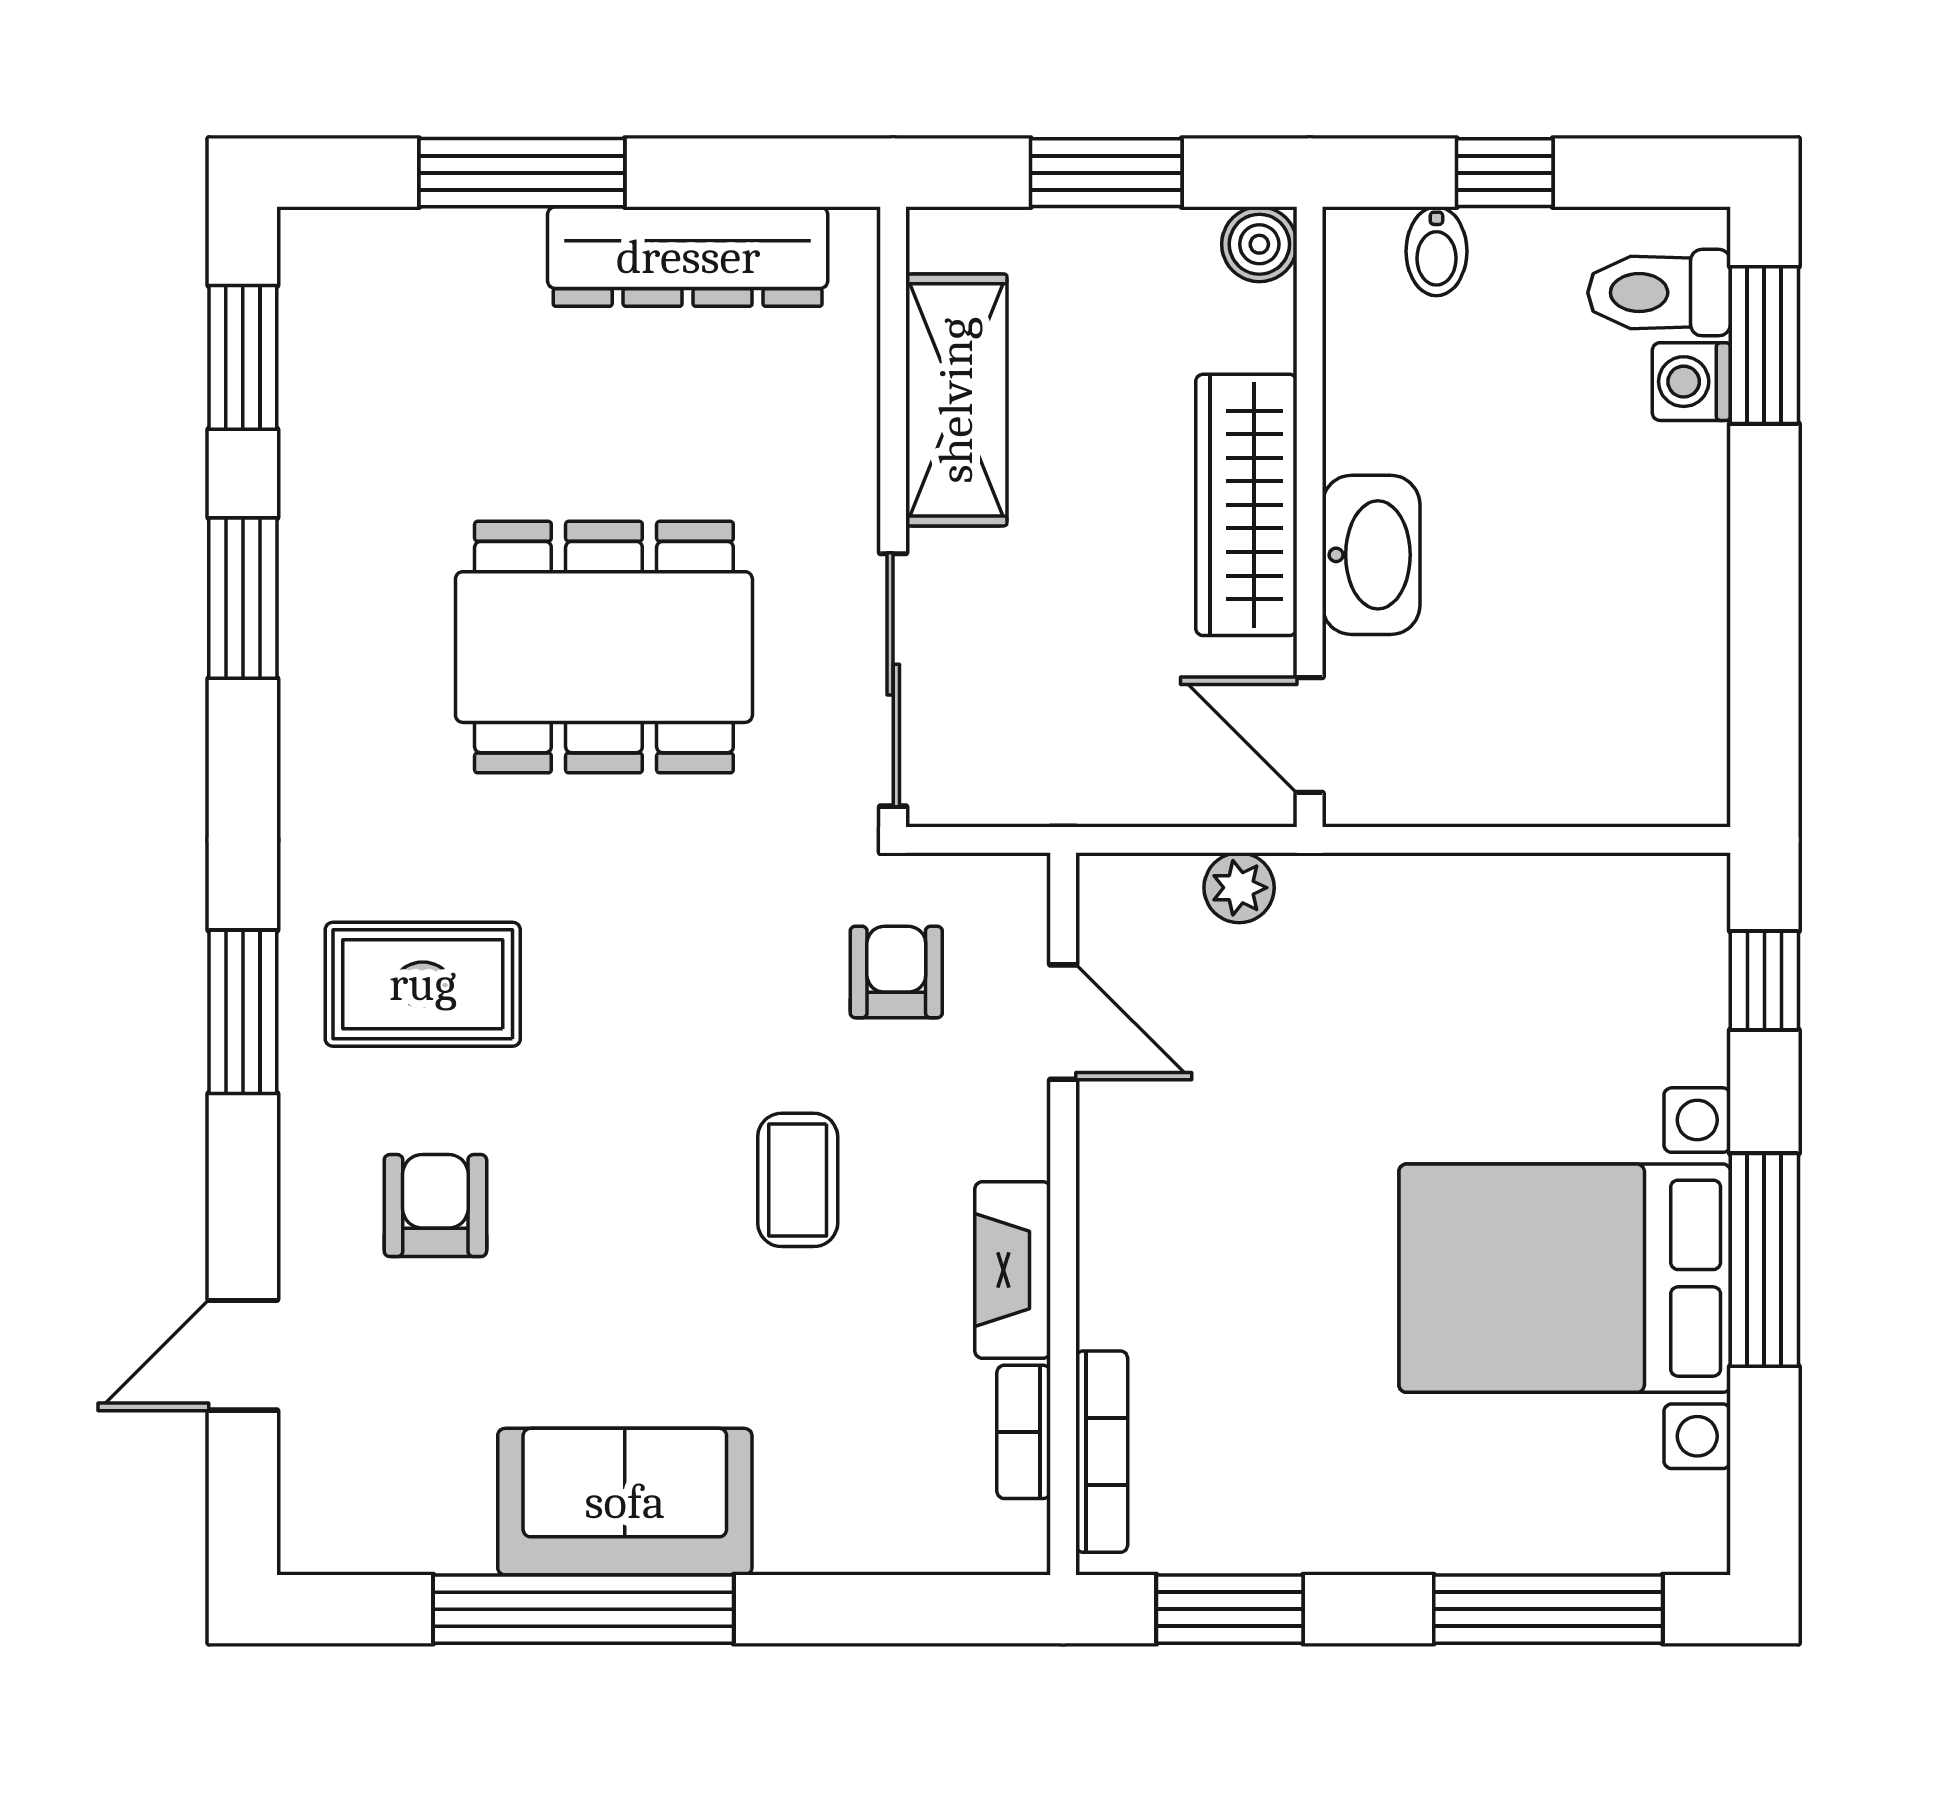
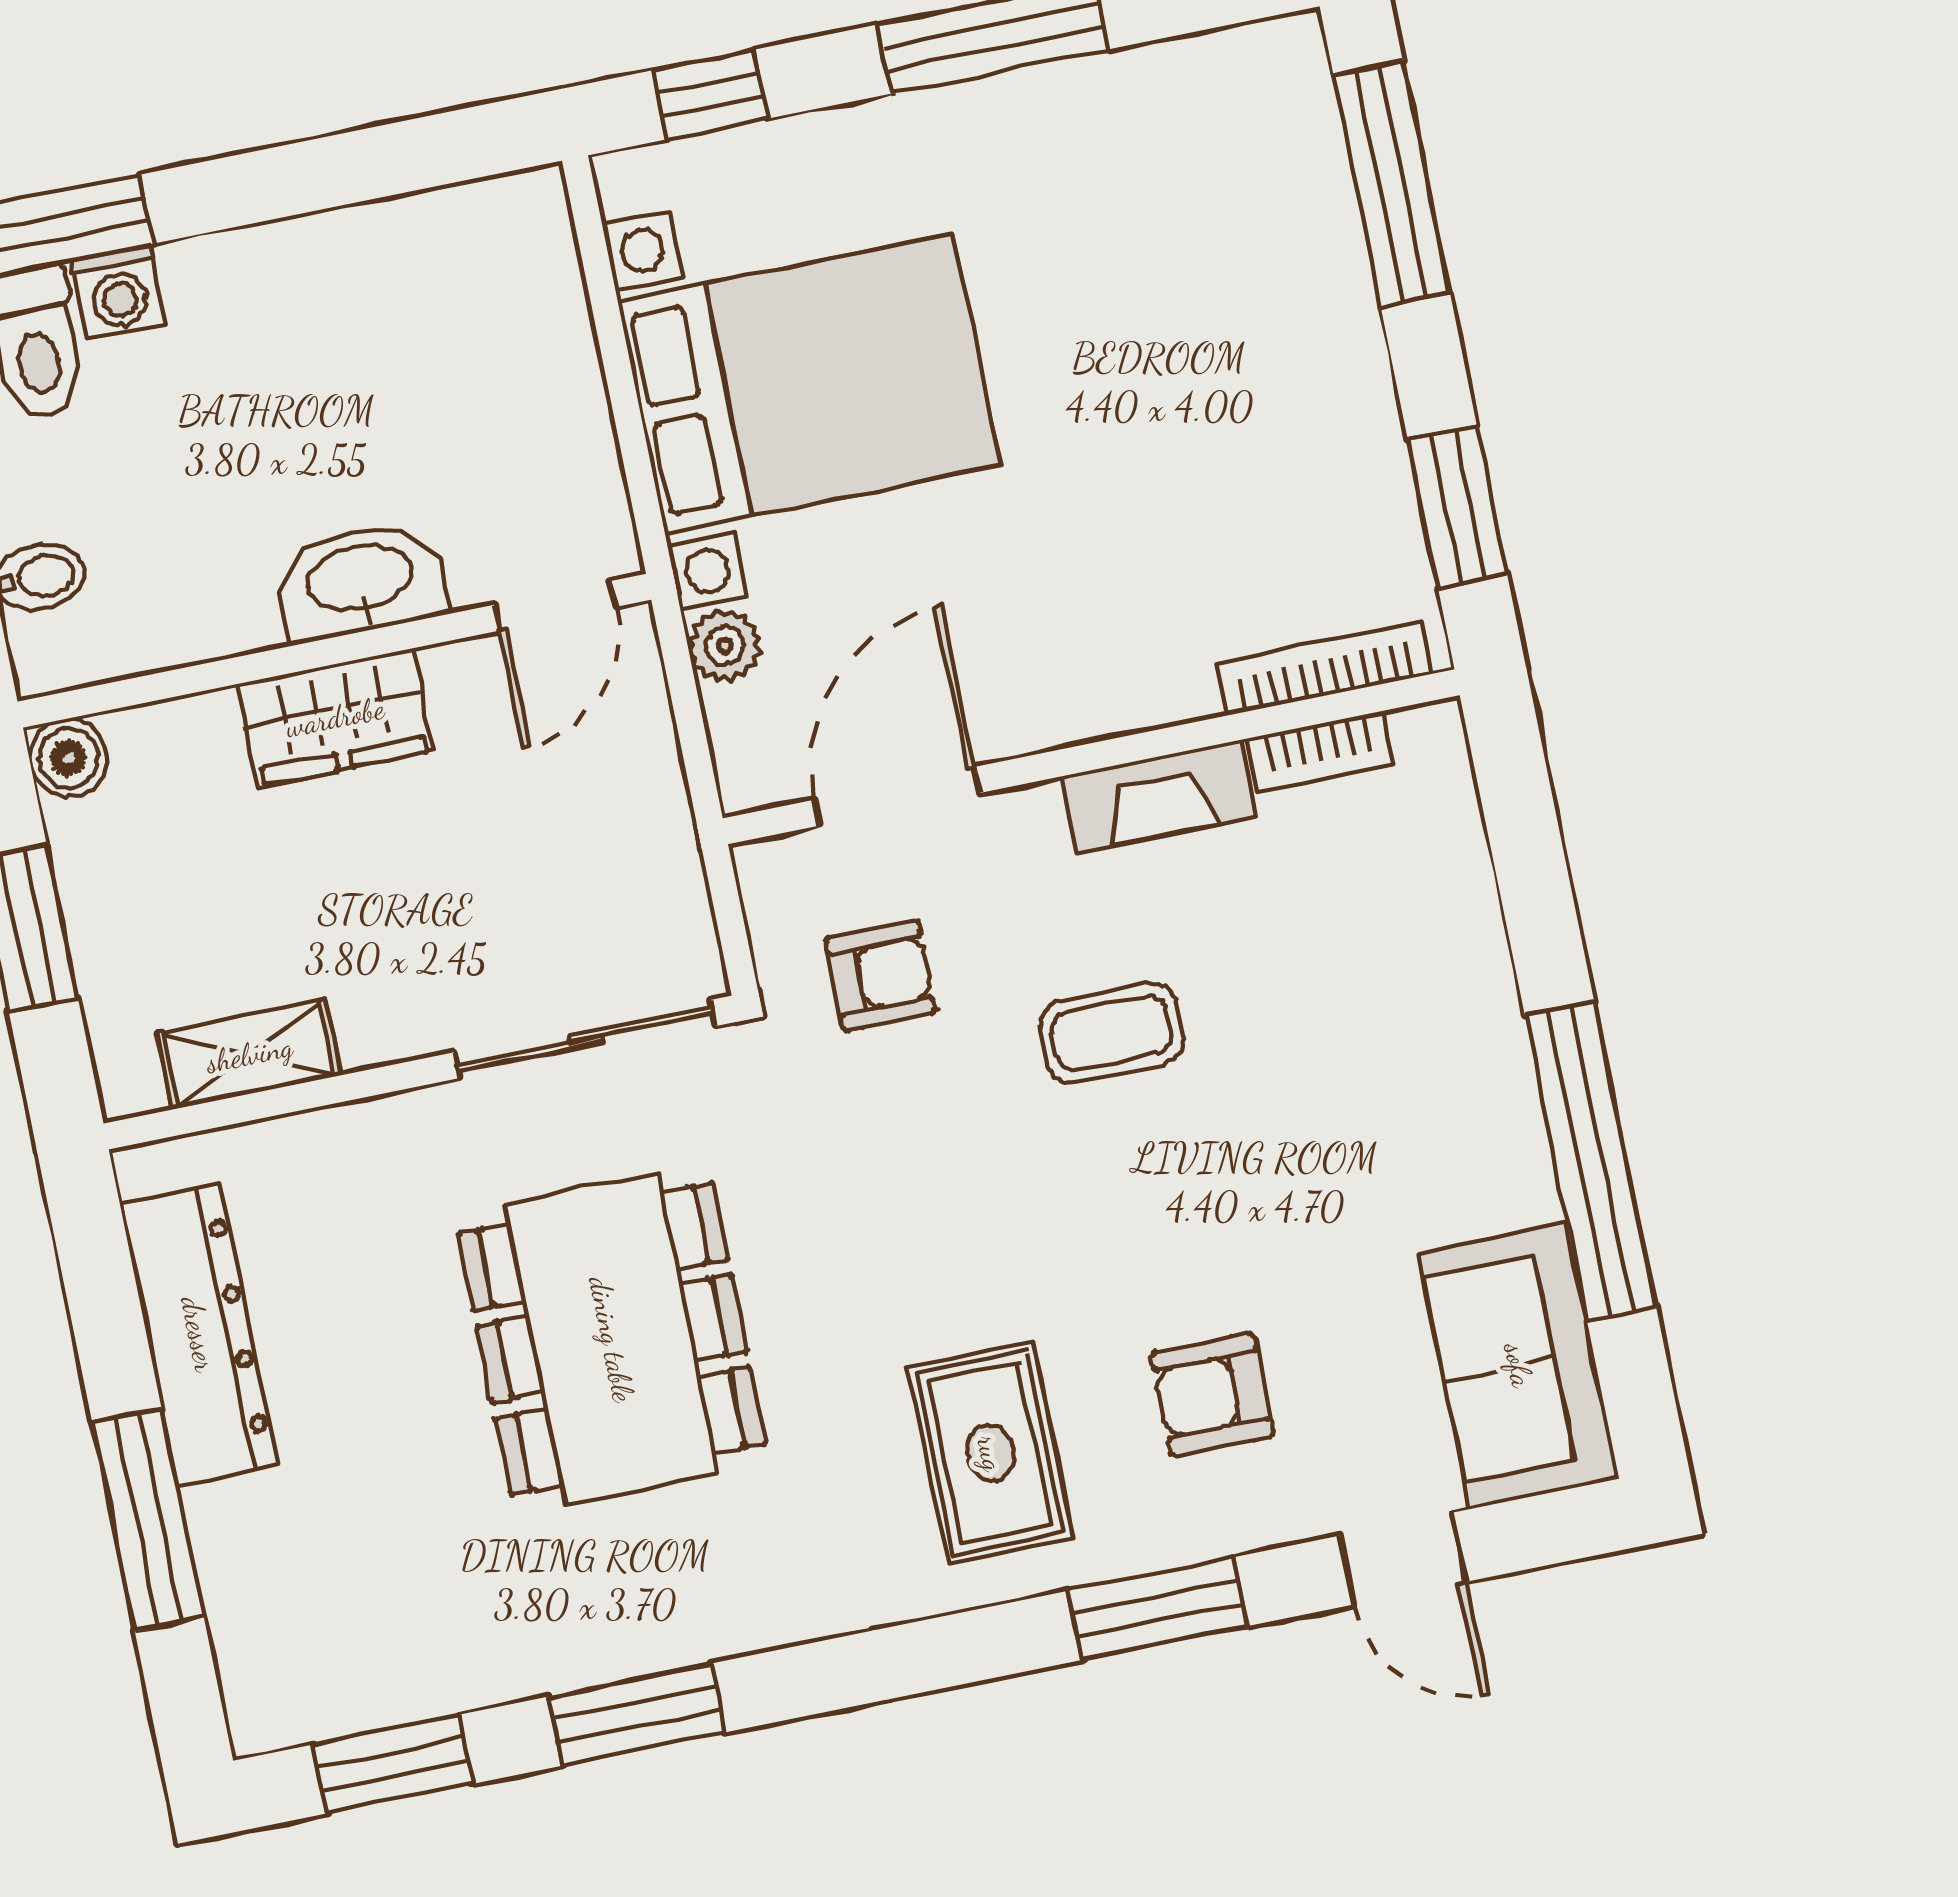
shelving: (956, 400) -> (249, 1054), width x0.67, depth x0.75
wardrobe: (1246, 505) -> (335, 717), width x0.67
armchair: (896, 972) -> (881, 976), turned 180
window: (243, 1012) -> (1158, 1609), moved
door: (1063, 1022) -> (897, 796), width x1.38
bed with nightstands: (1565, 1278) -> (809, 383), moved, turned -90
sofa: (625, 1502) -> (1519, 1365), moved

